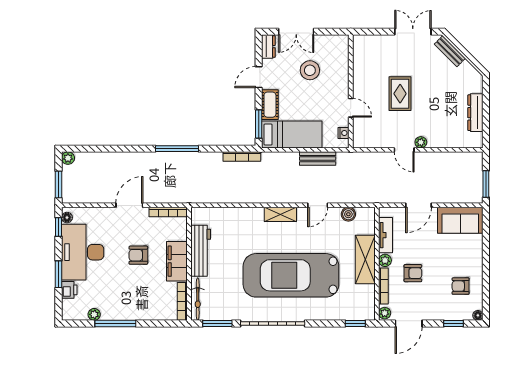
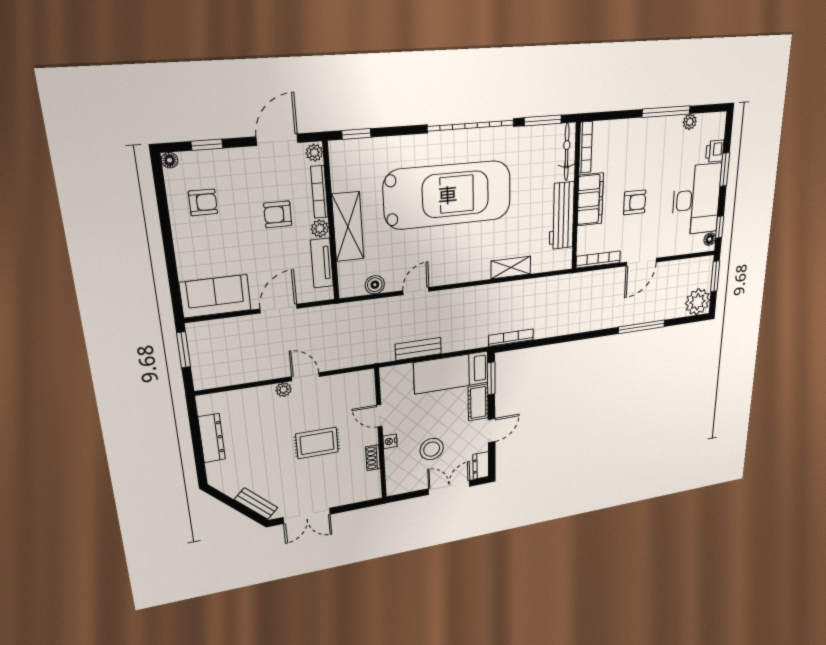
shoe rack: (358, 72) -> (373, 458), added
rug: (400, 94) -> (317, 443), turned 90
nightstand: (343, 133) -> (390, 441), moved
window: (177, 149) -> (642, 327), moved
plant: (68, 158) -> (698, 302), width x1.88, depth x1.88
shelving: (280, 214) -> (511, 268), moved

